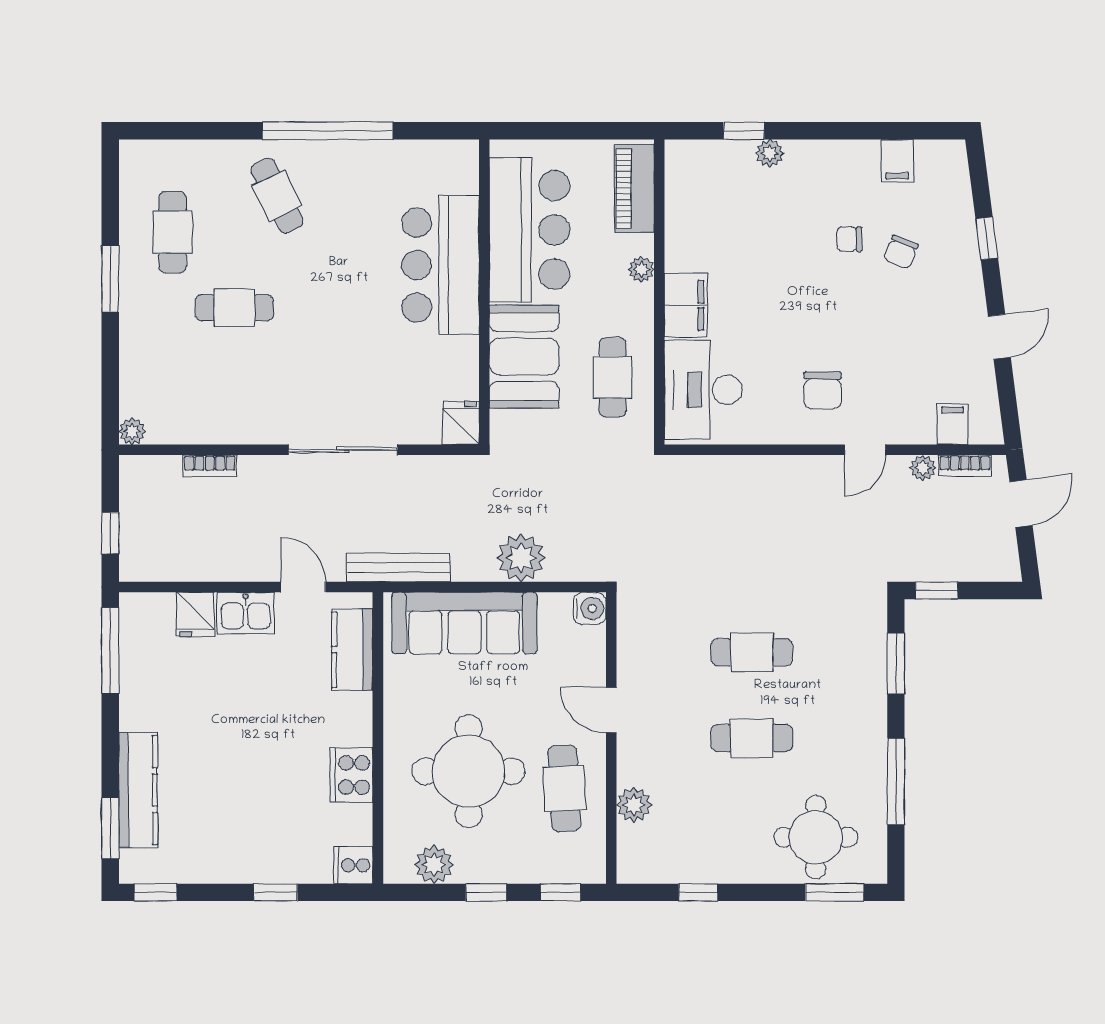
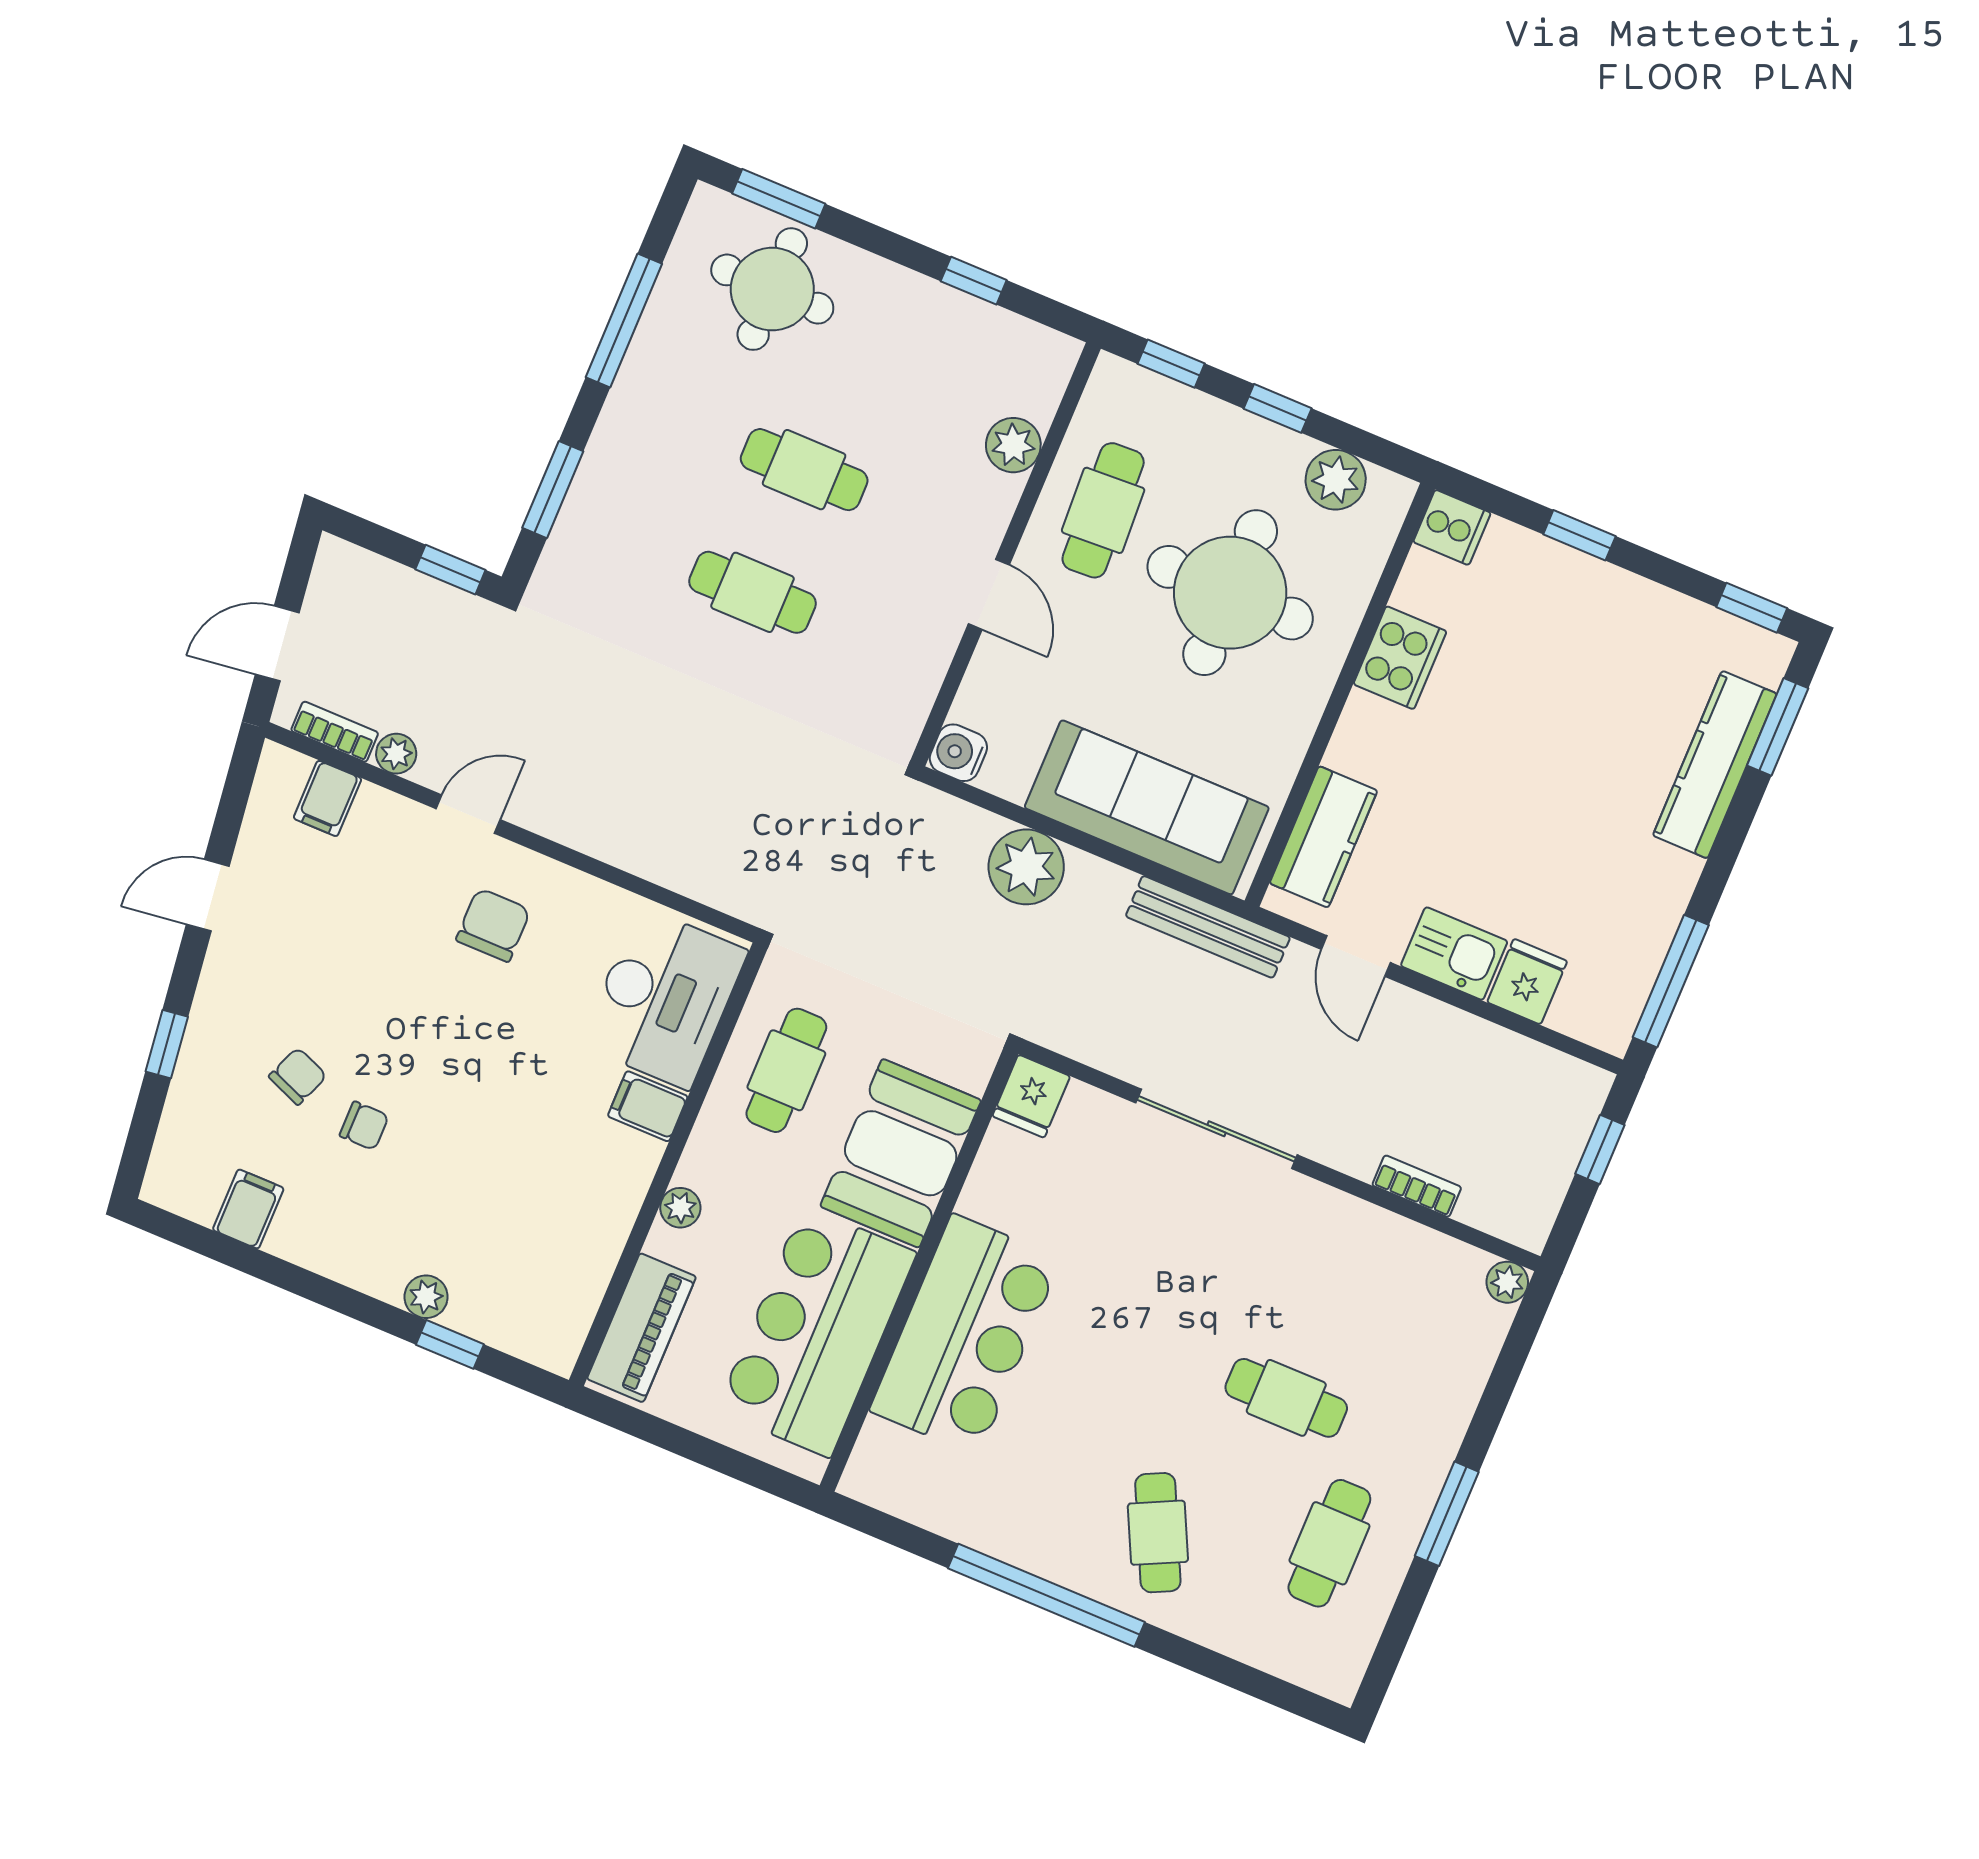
filing cabinet: (686, 305) -> (648, 1106), width x0.50

